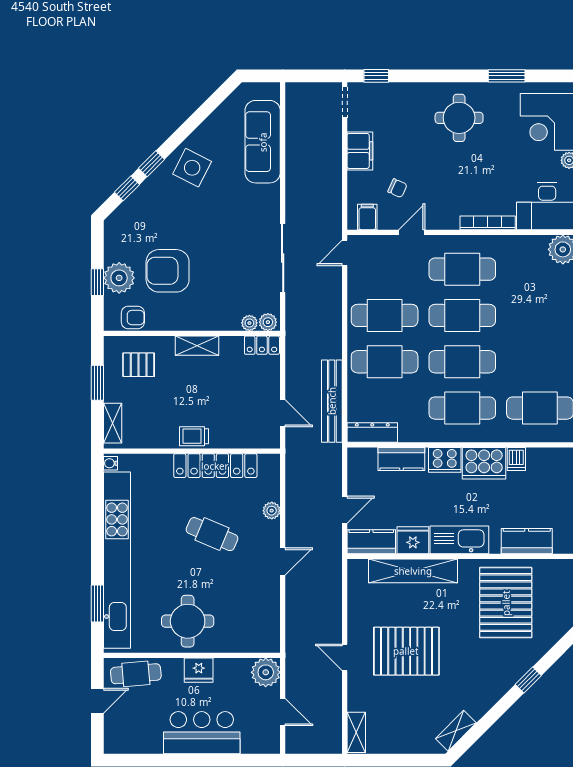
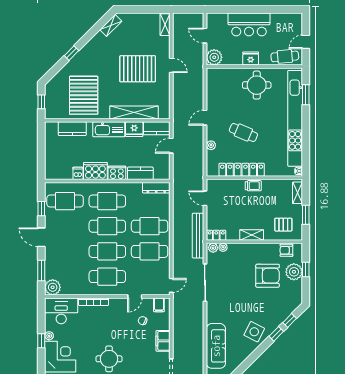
bench: (332, 401) -> (198, 236), moved

